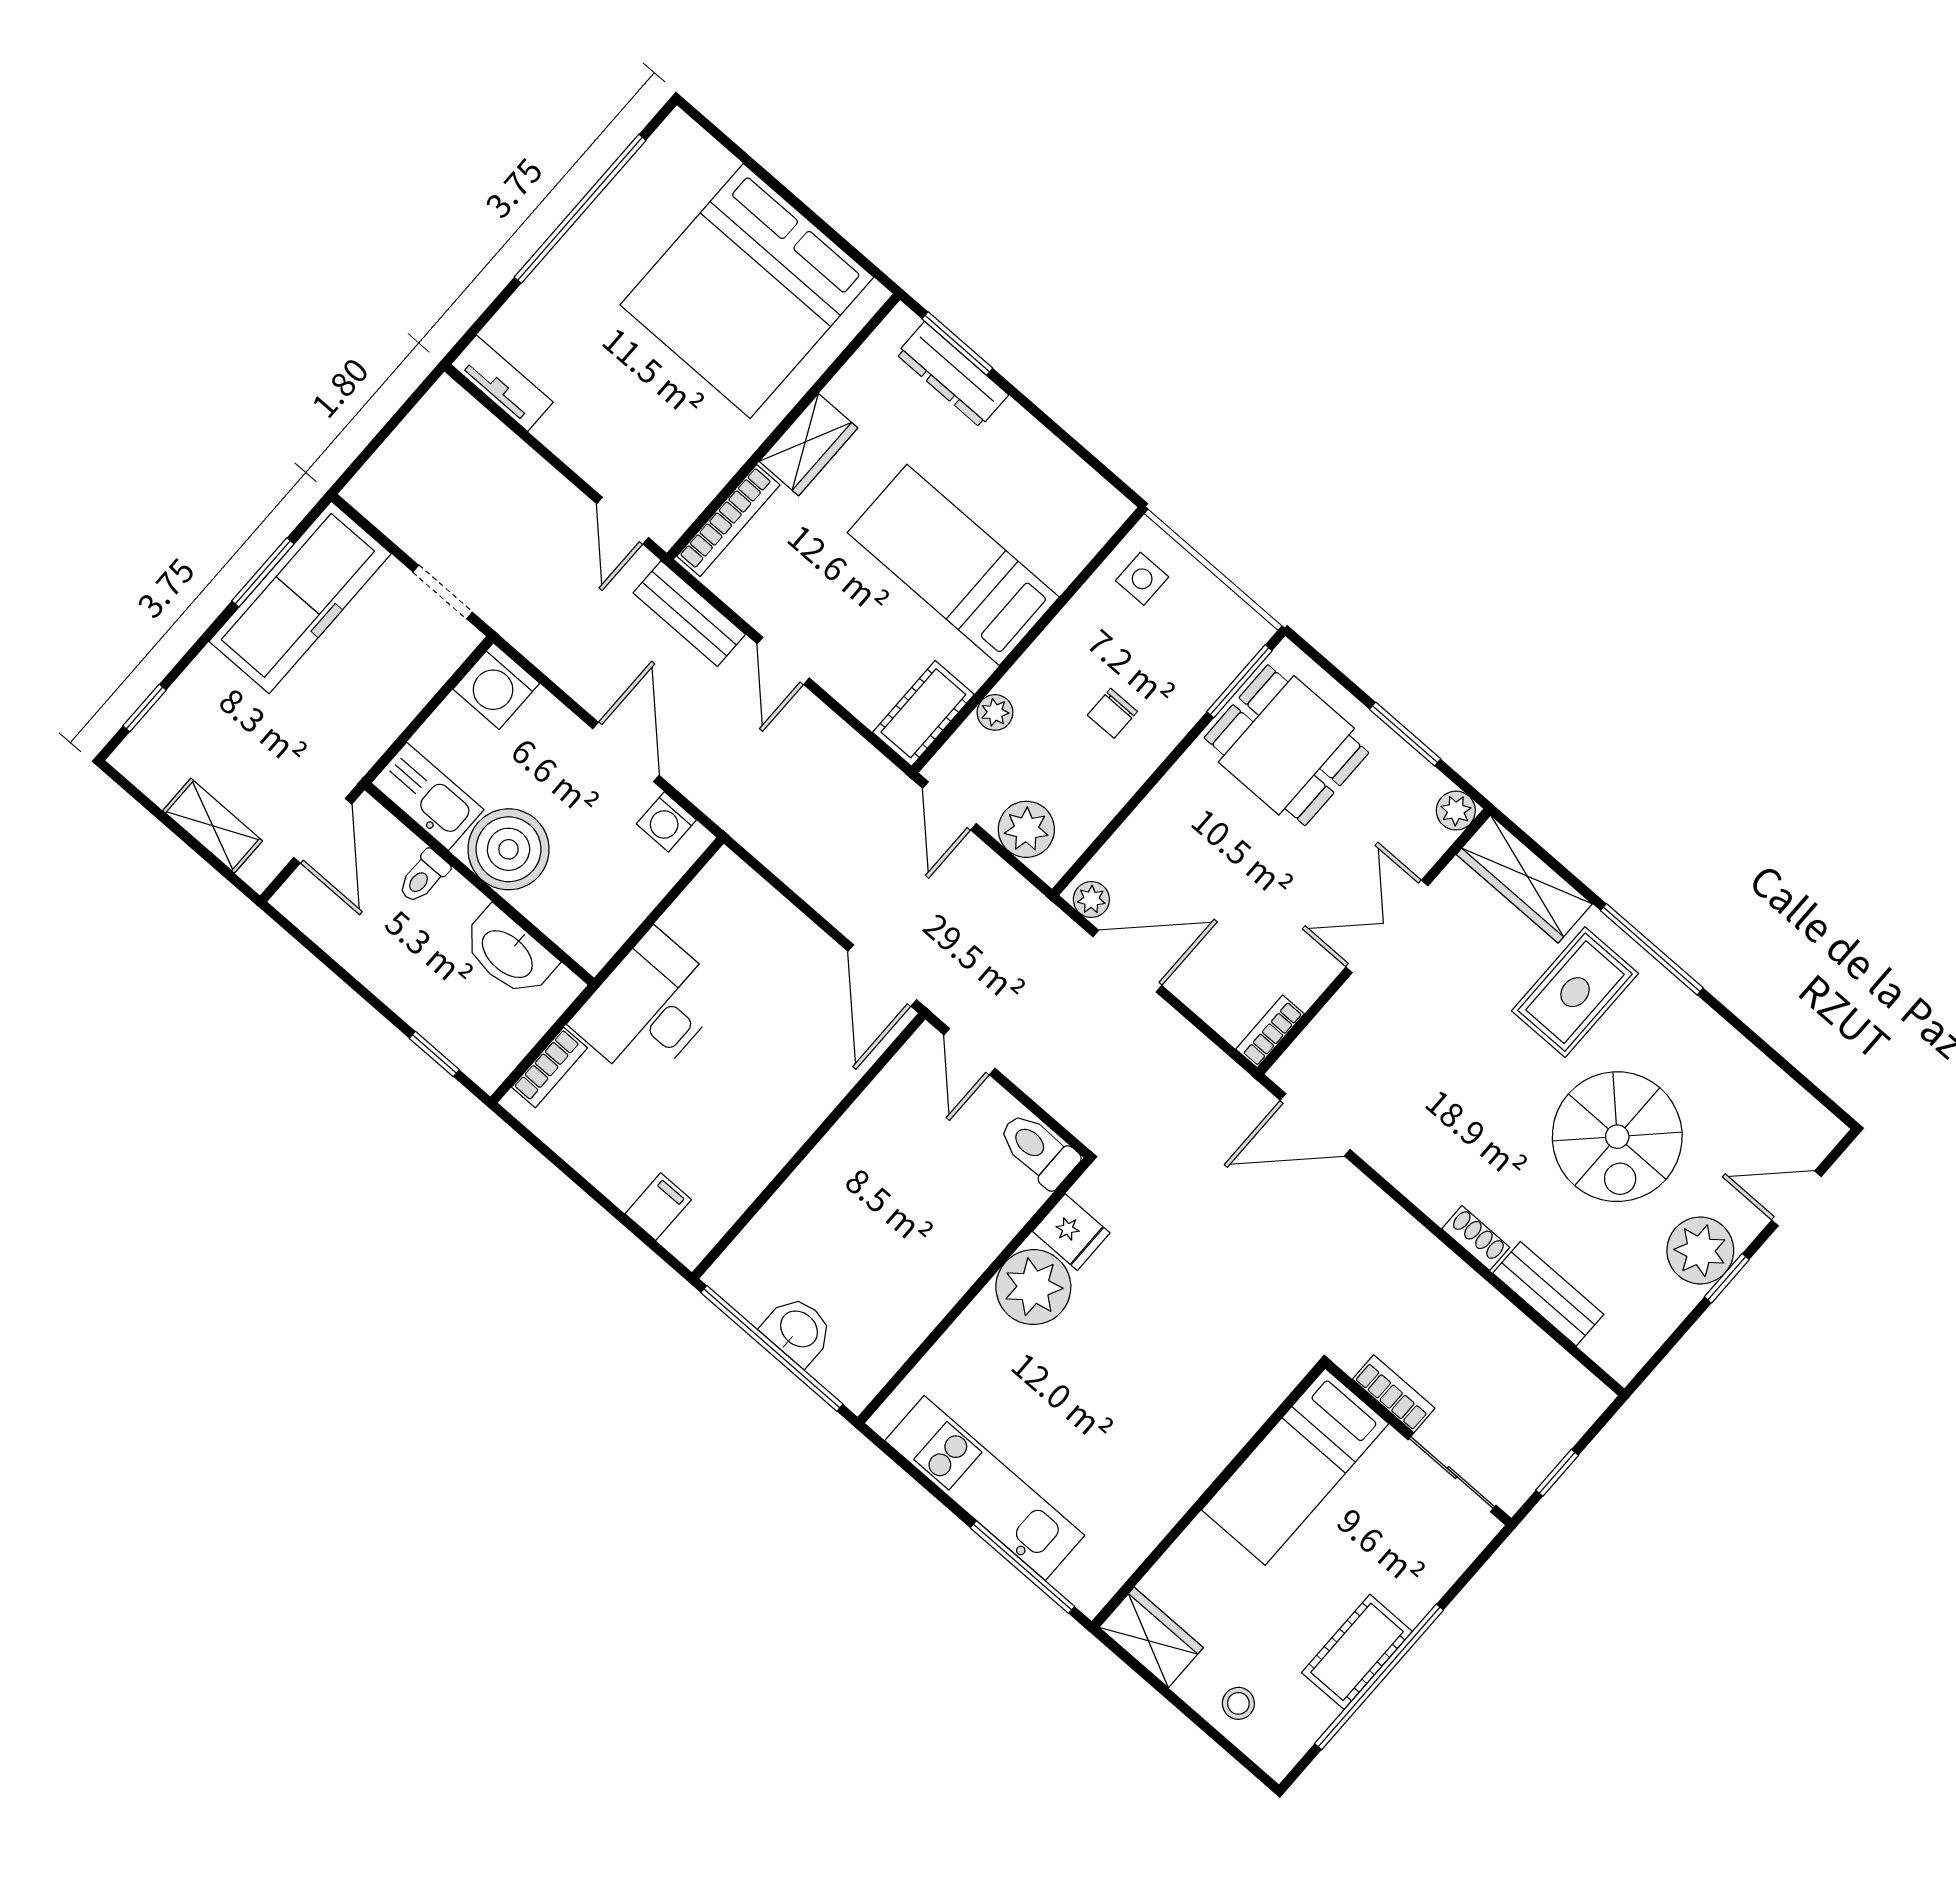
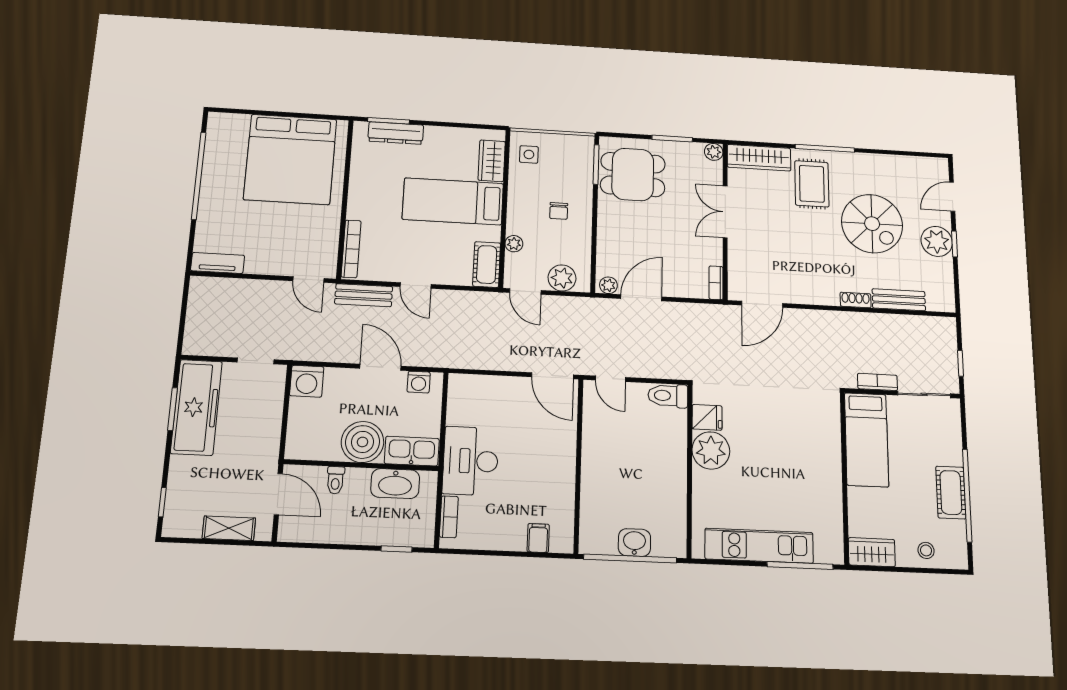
wardrobe: (808, 445) -> (492, 161), moved, turned 180
kitchen sink: (427, 796) -> (412, 451), moved

